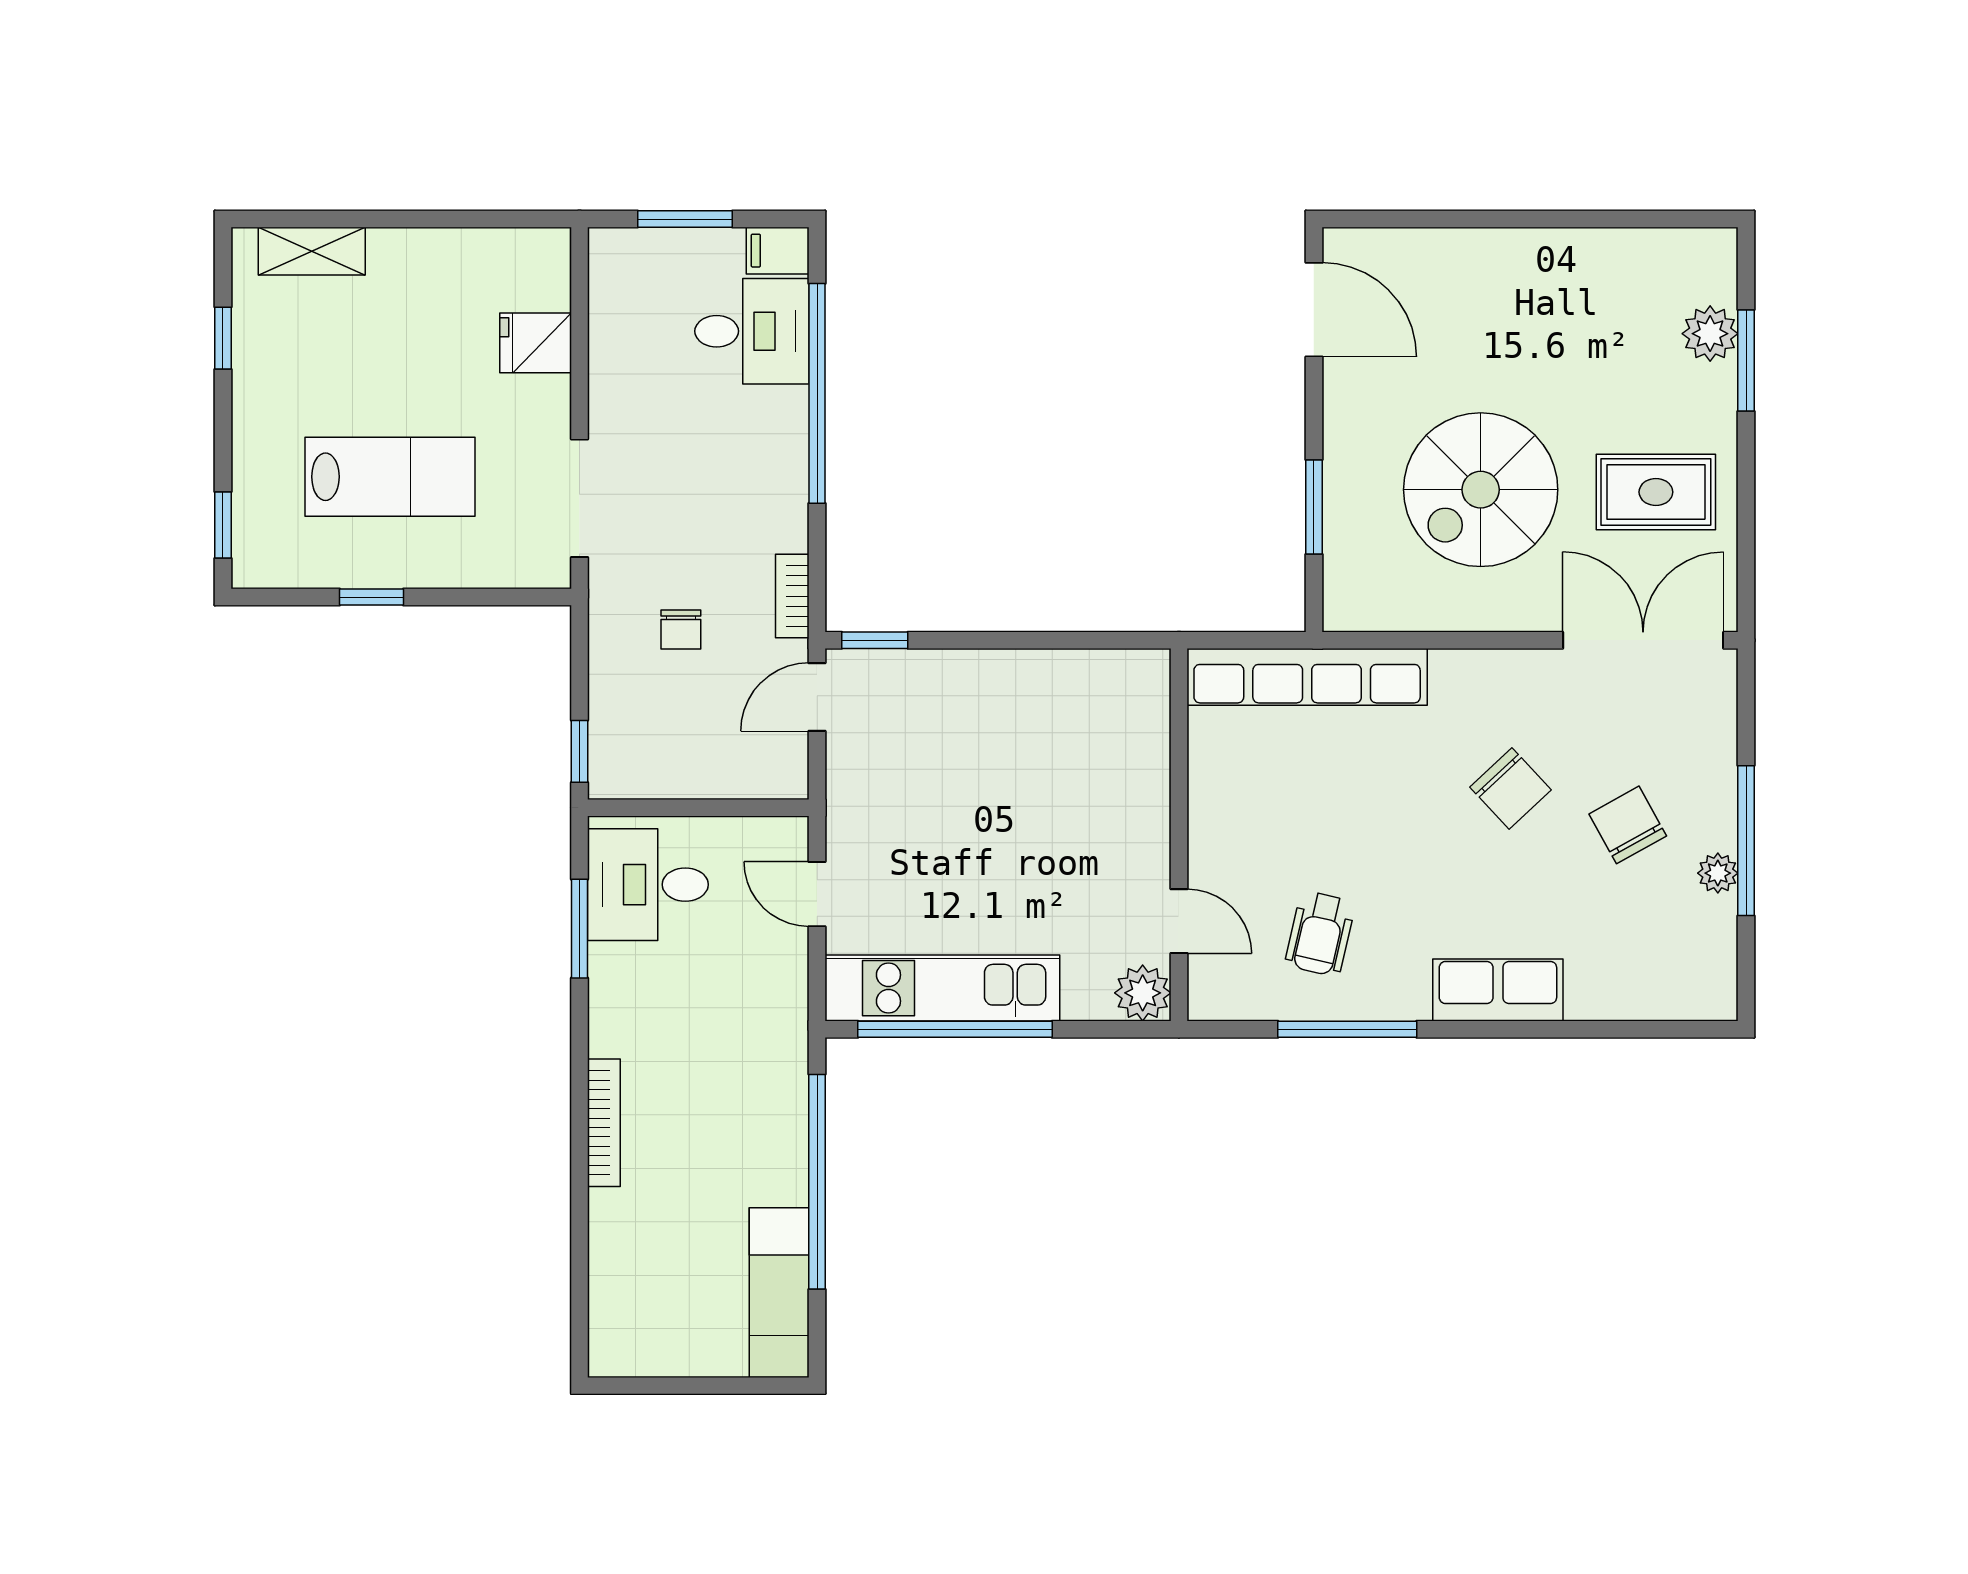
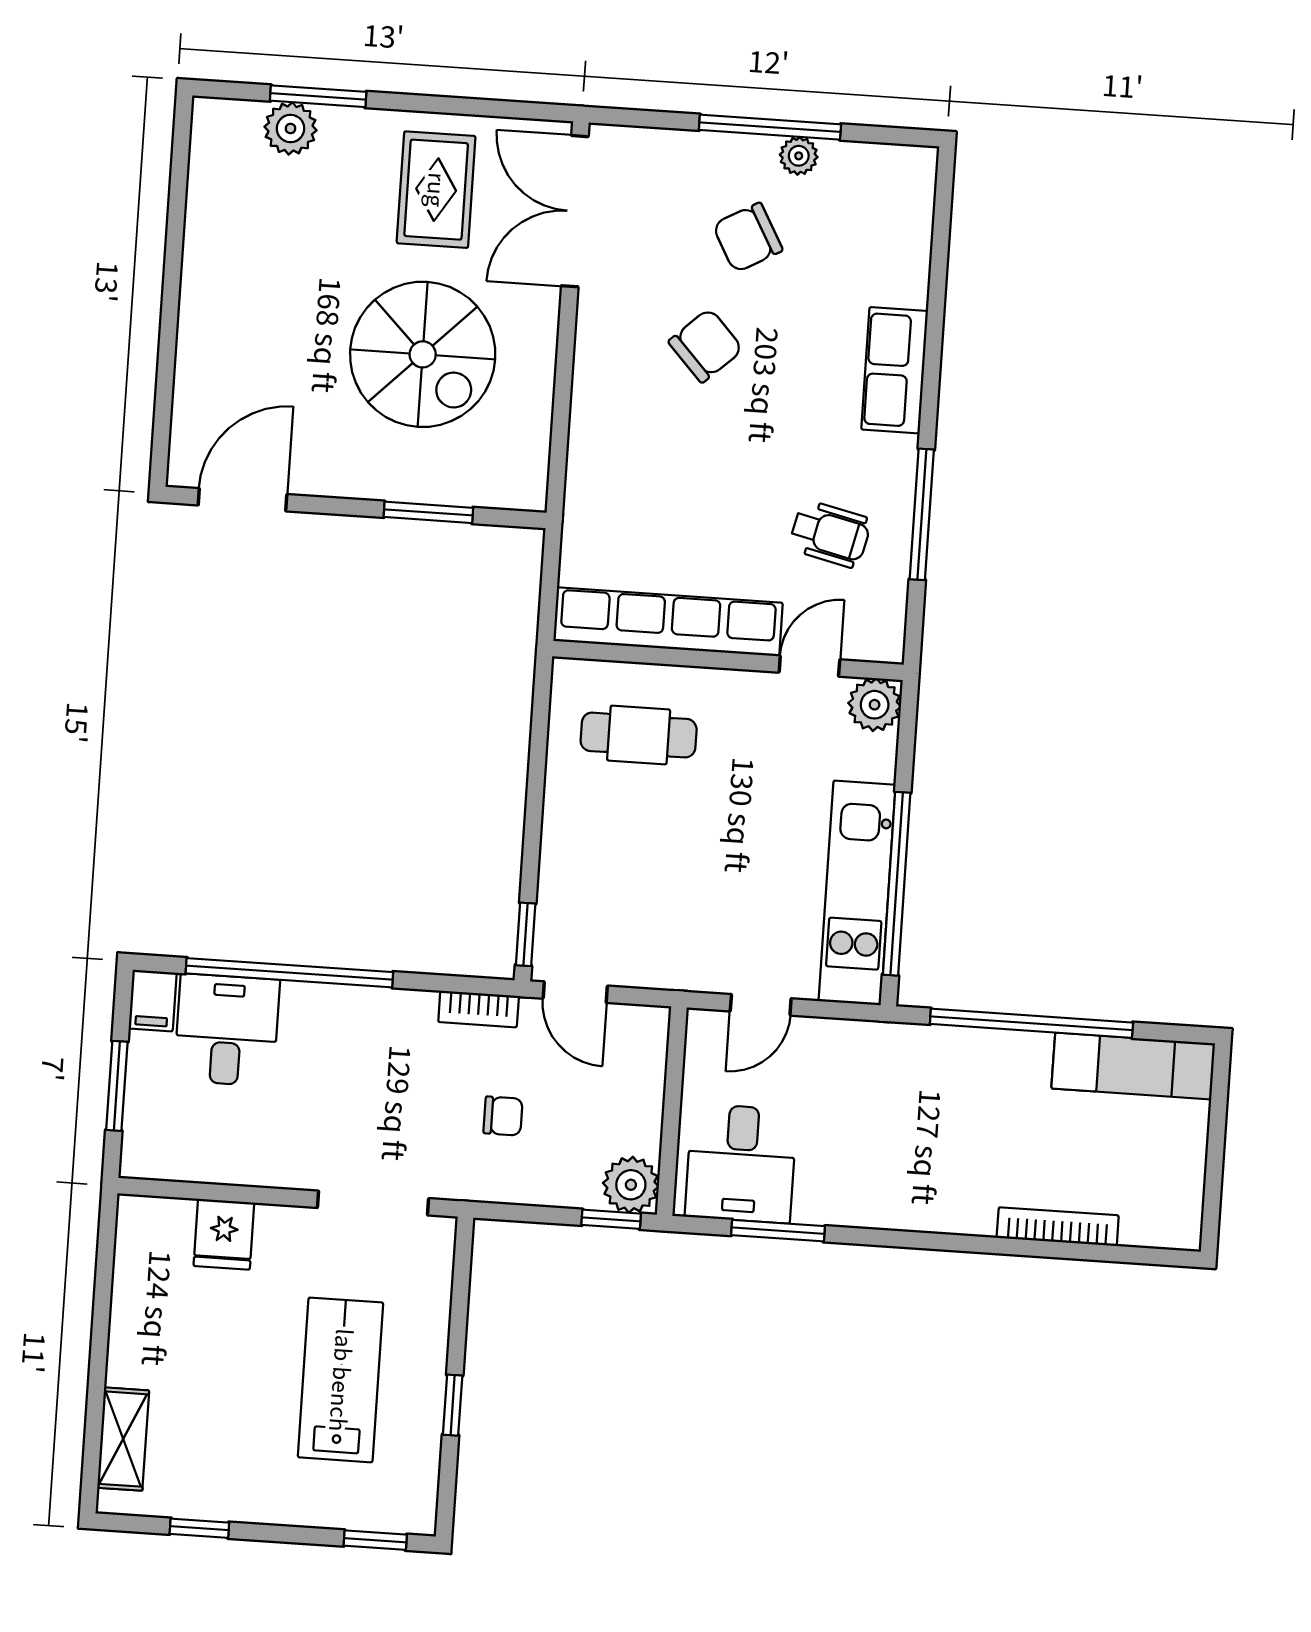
row of seats: (1307, 677) -> (668, 622), moved, turned -90
cafe table: (1094, 745) -> (639, 735), added
plant: (617, 770) -> (631, 1185), added
bookcase: (604, 1123) -> (1058, 1227), moved

